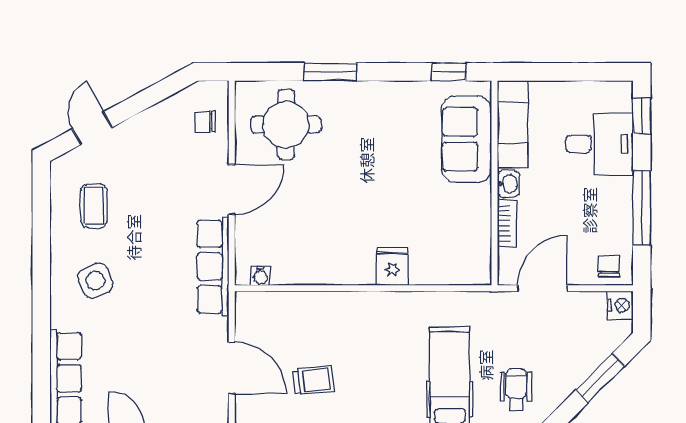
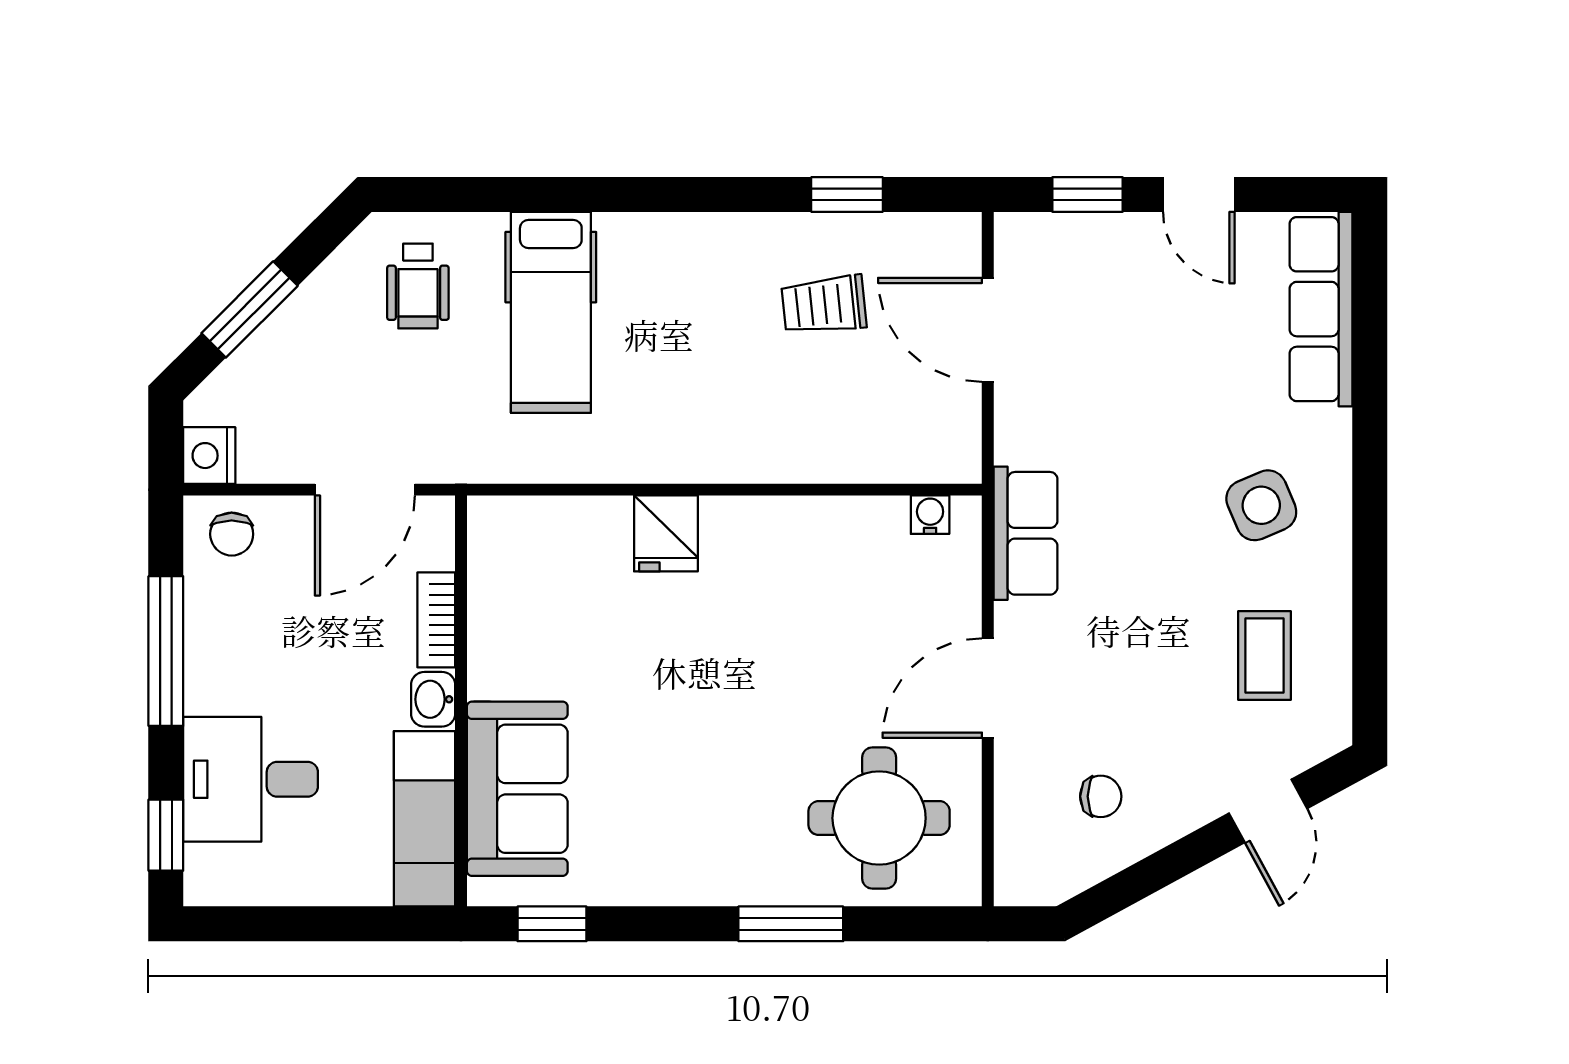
chair: (205, 121) -> (1101, 796), moved
row of seats: (213, 267) -> (1025, 533), width x0.68

